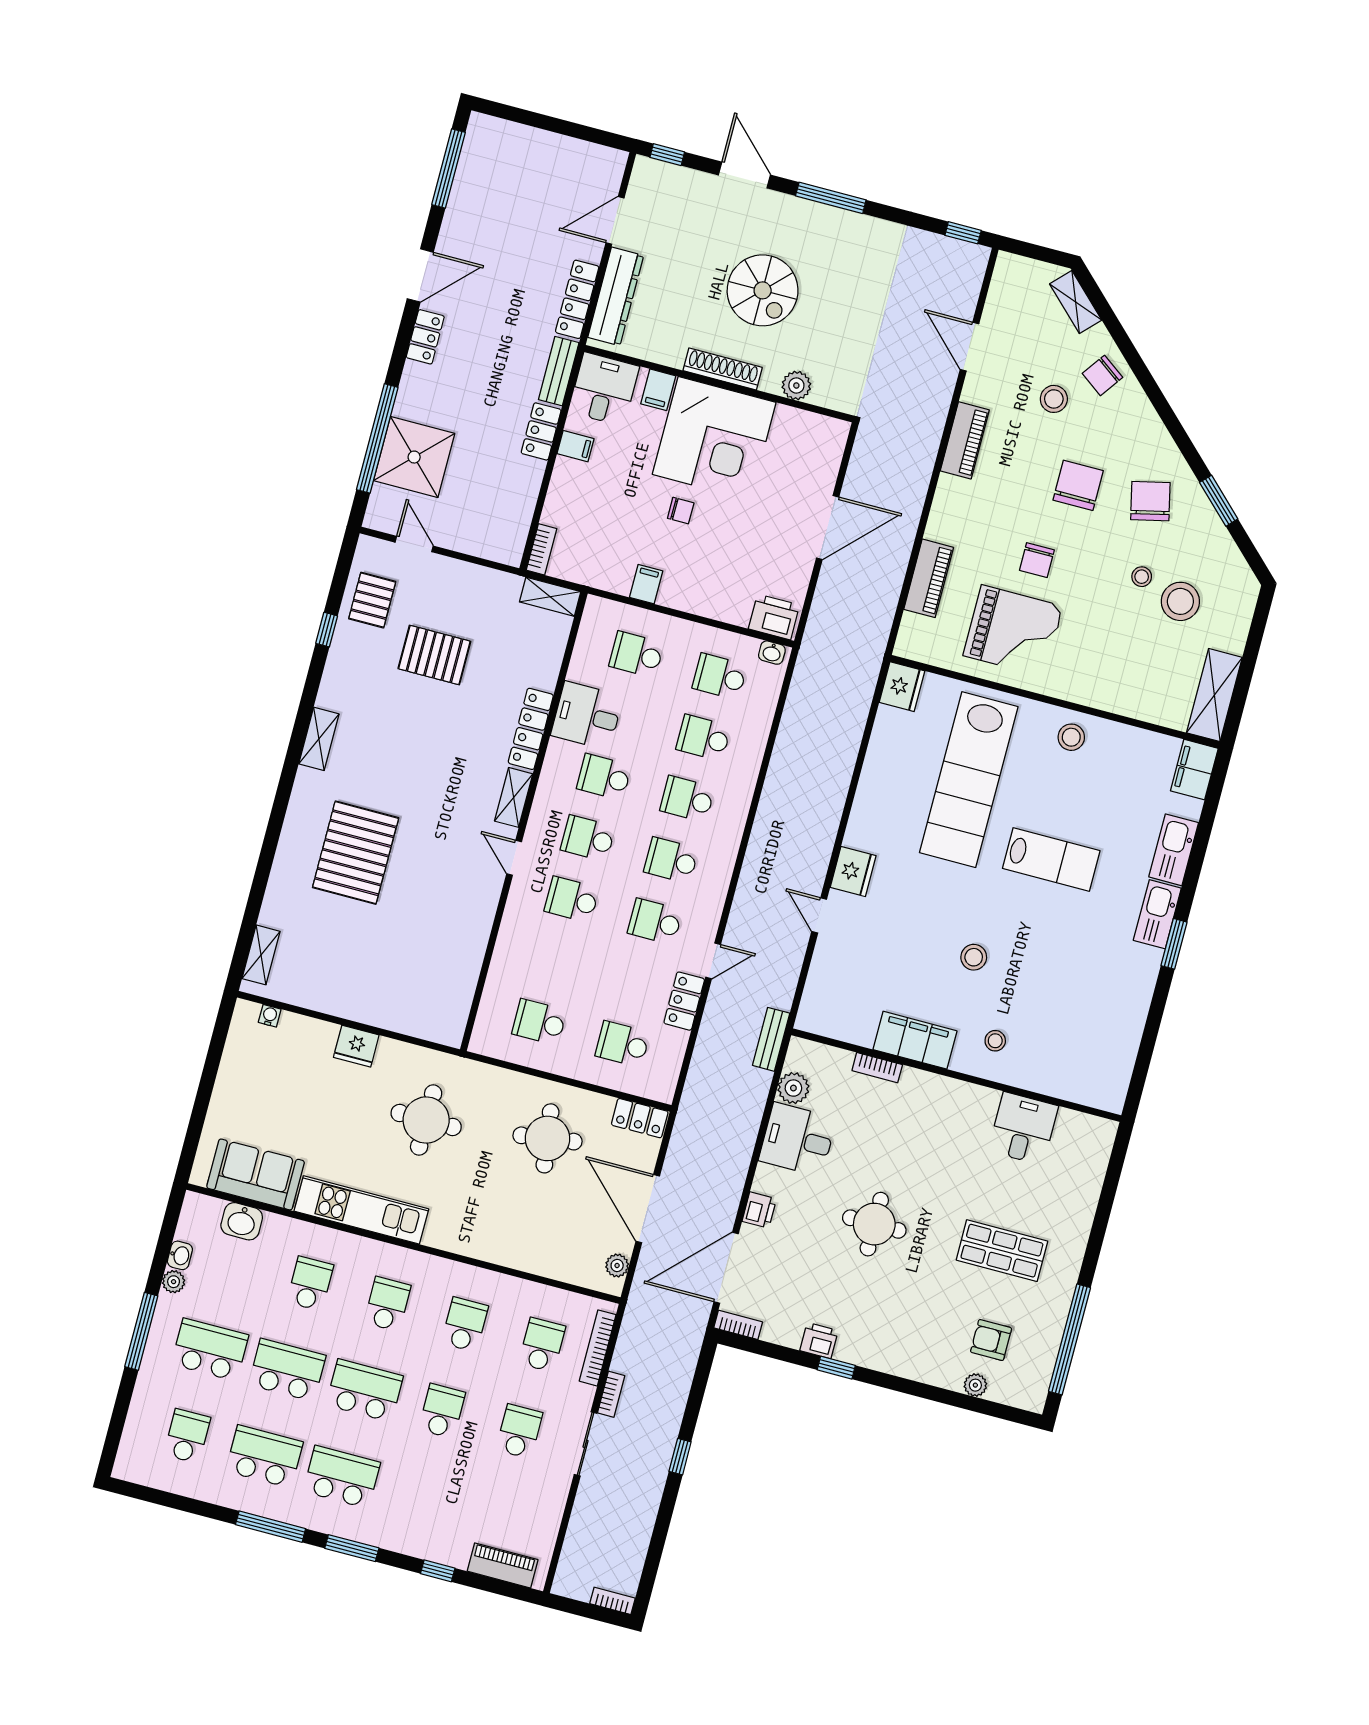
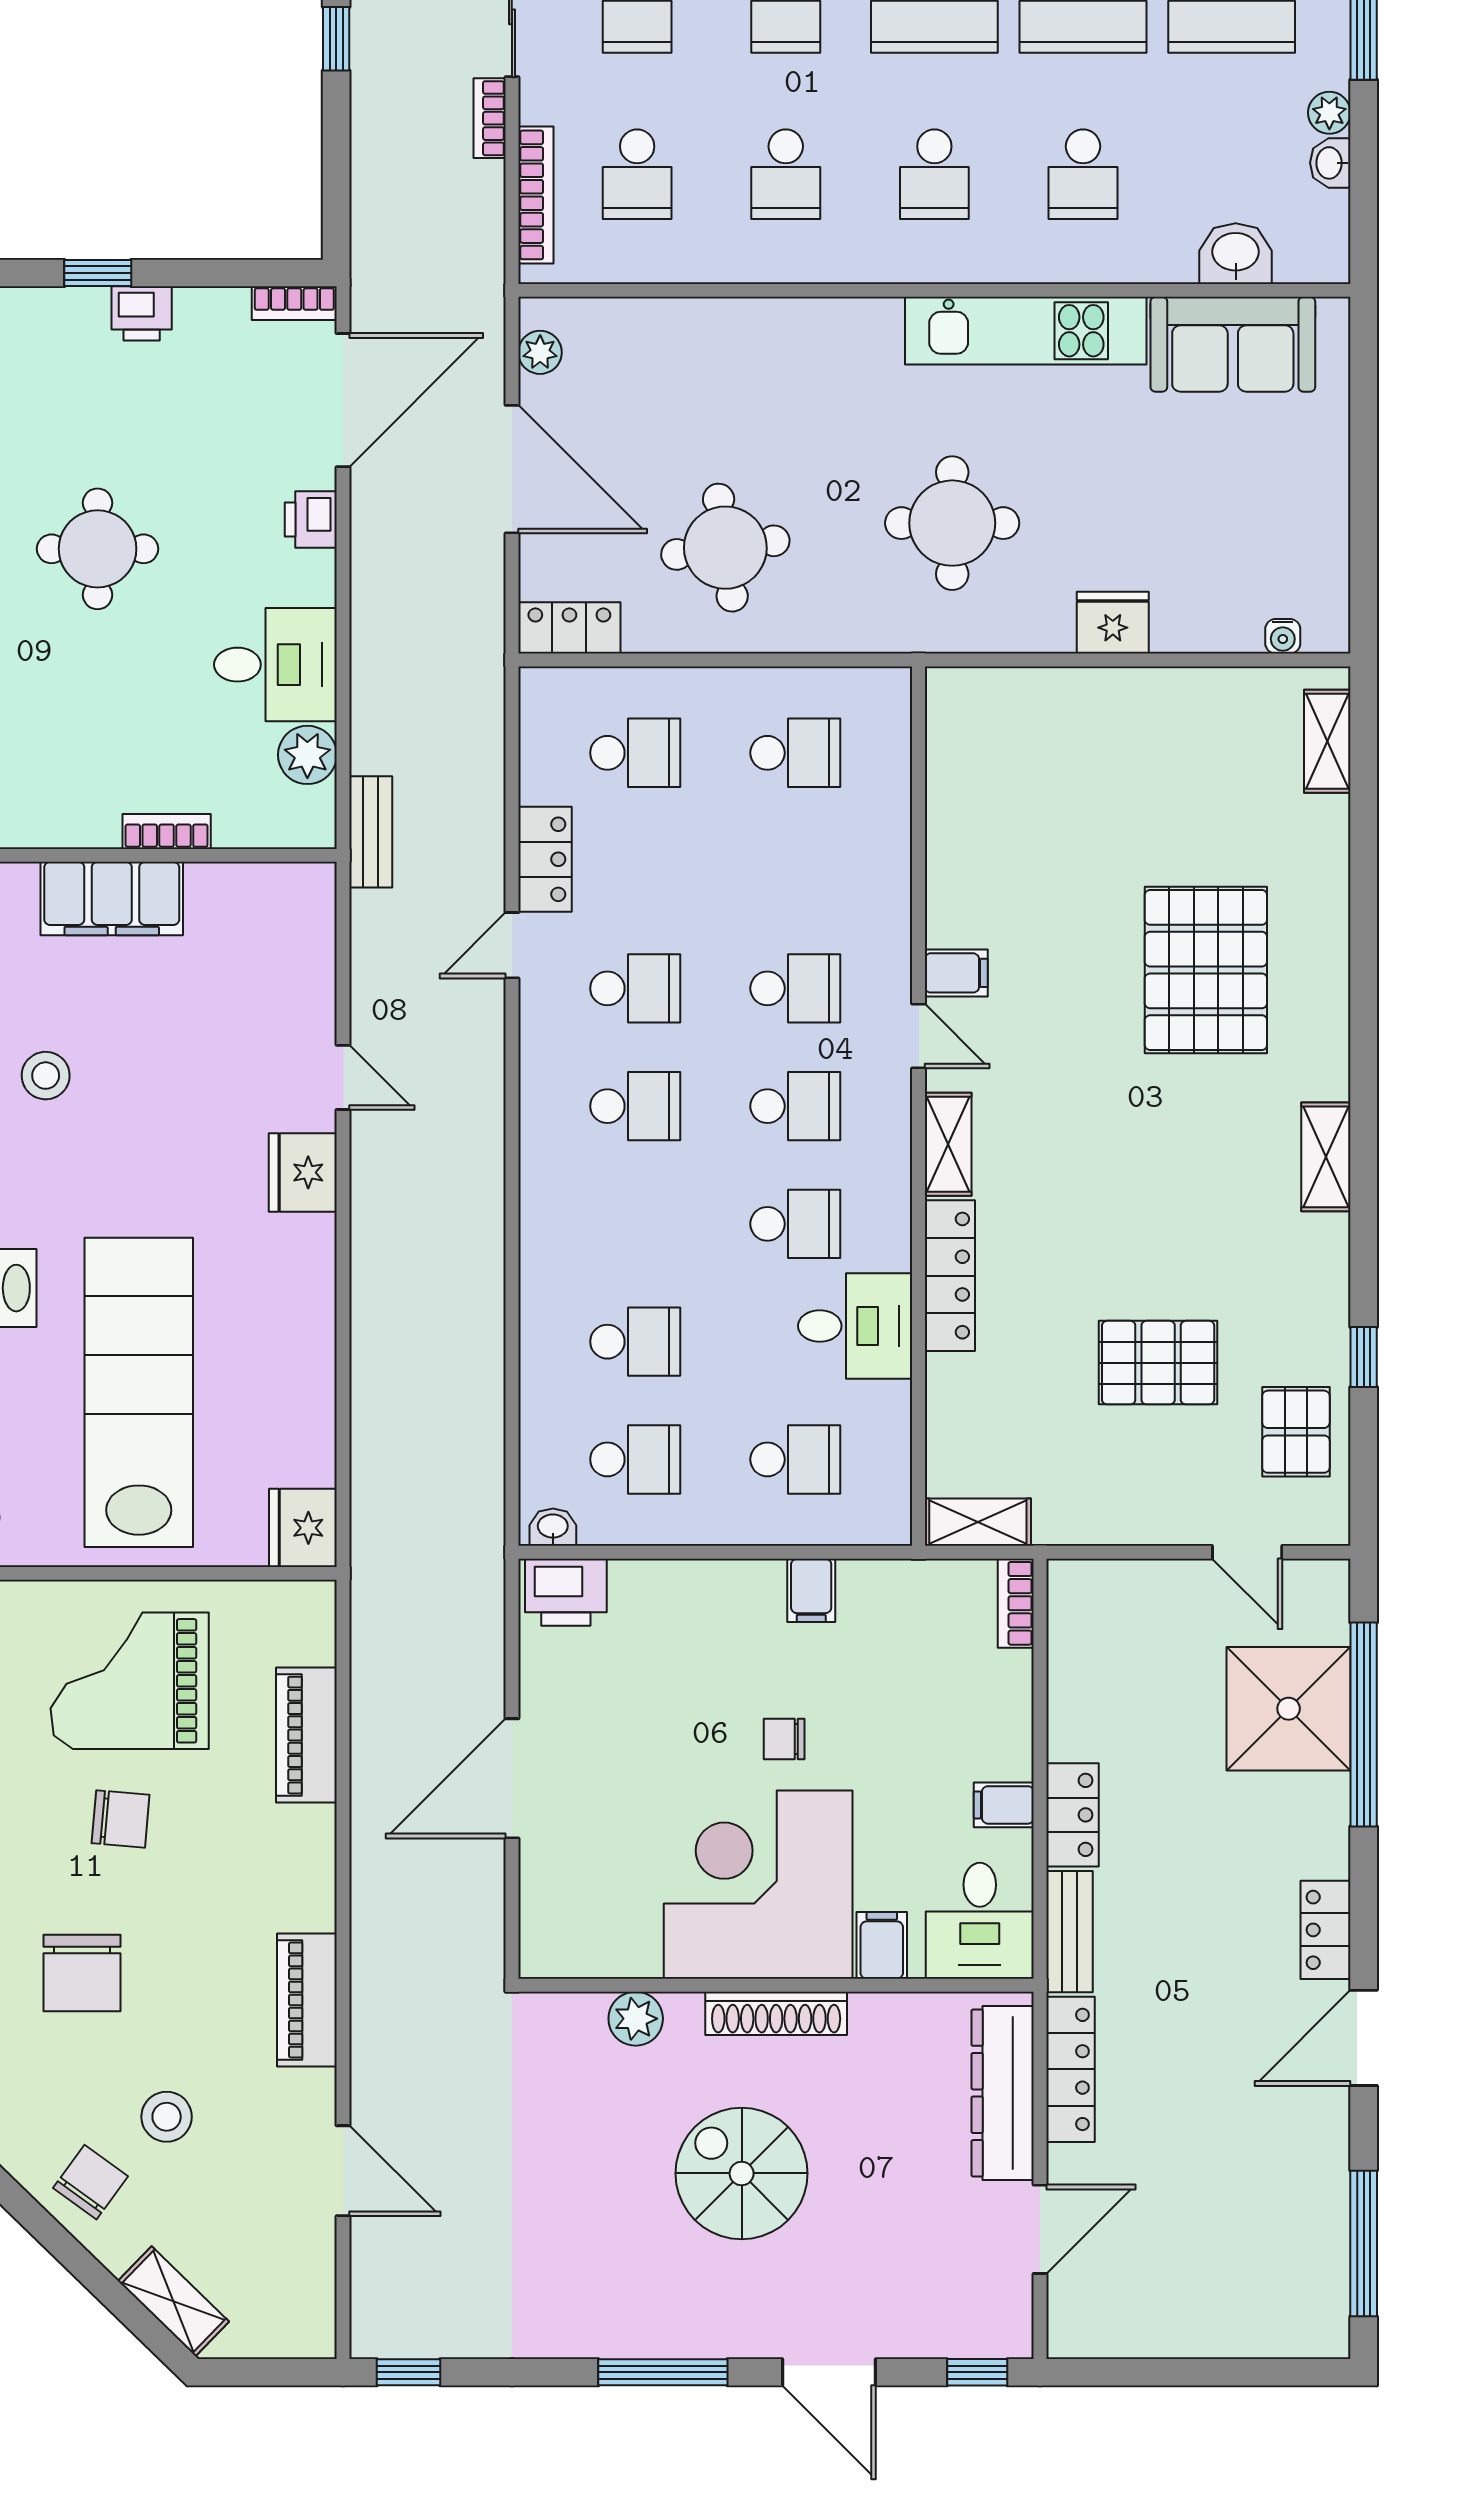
chair: (1037, 560) -> (121, 1819), turned 95
school desk: (687, 799) -> (635, 1224), removed
filing cabinet: (486, 885) -> (956, 973), added

